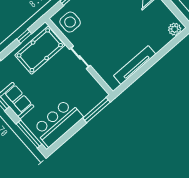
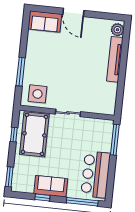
tv unit: (135, 65) -> (115, 59), moved

